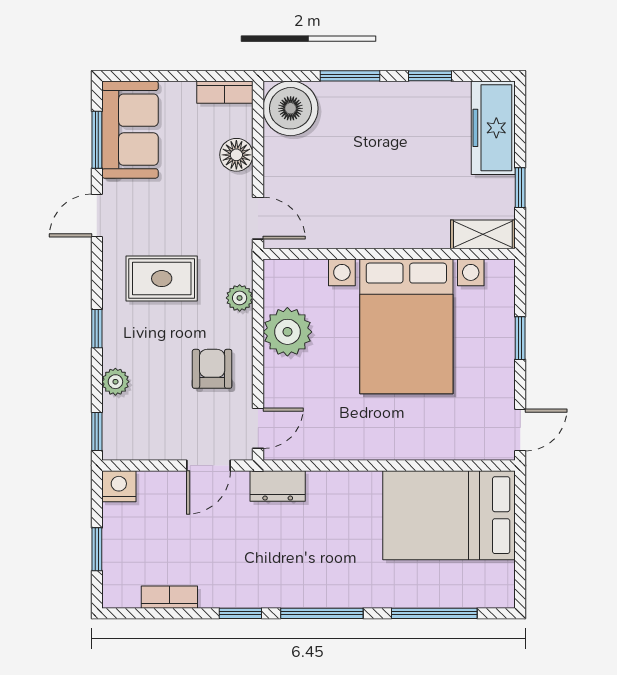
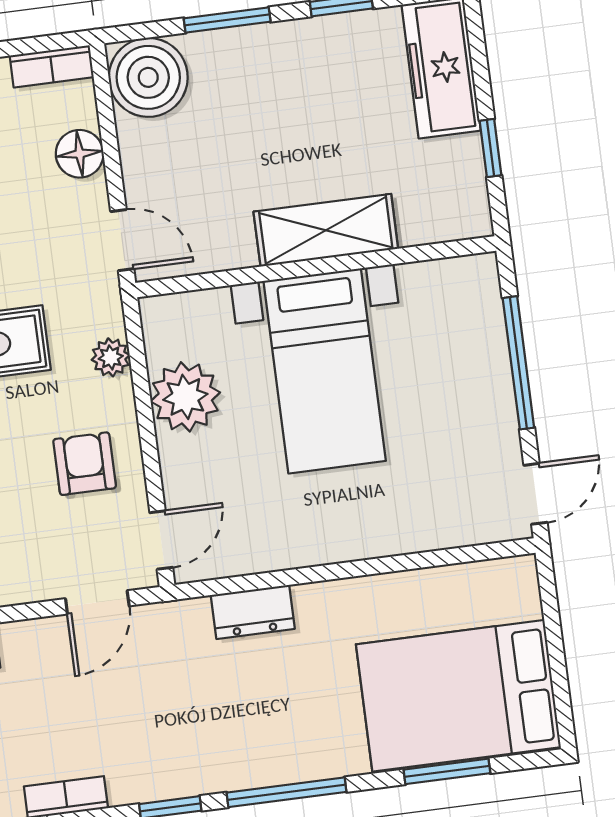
shelving: (483, 234) -> (326, 230), moved, width x1.50, depth x1.33
bed with nightstands: (406, 326) -> (325, 371), width x0.73
window: (520, 338) -> (518, 363), width x2.17
dresser: (278, 486) -> (253, 612), moved
bed: (449, 515) -> (458, 696), moved
window: (434, 613) -> (447, 771), width x0.69

